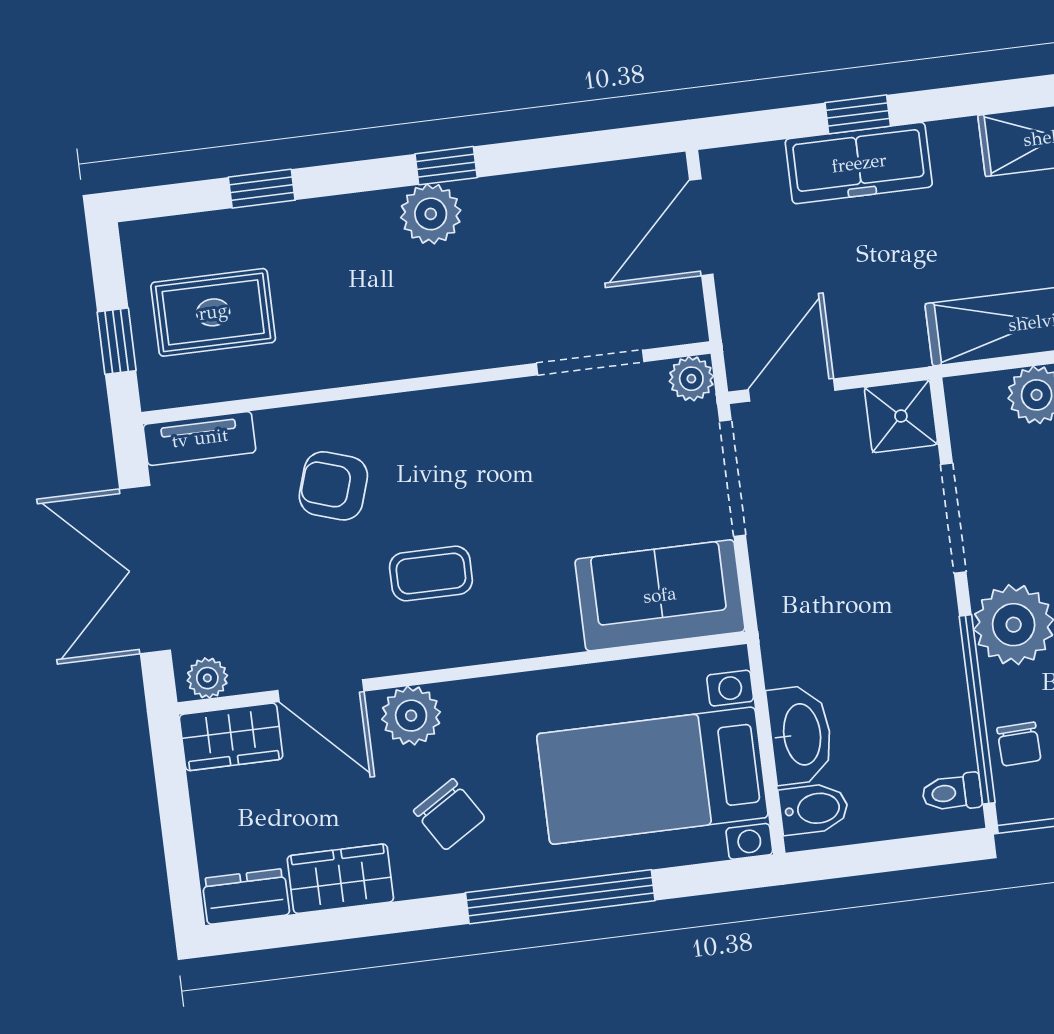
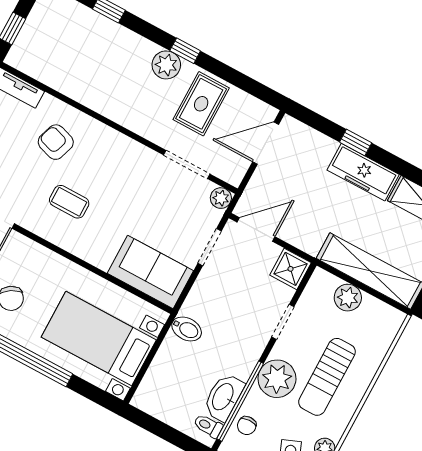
freezer: (859, 163) -> (363, 172), moved
rug: (213, 312) -> (201, 104), moved, turned 90
doorway: (733, 478) -> (210, 247), width x0.73
doorway: (953, 518) -> (283, 322), width x0.73
plant: (411, 716) -> (23, 250), removed
washbasin: (800, 735) -> (223, 397), moved, turned 180
bidet: (814, 809) -> (187, 329), moved

